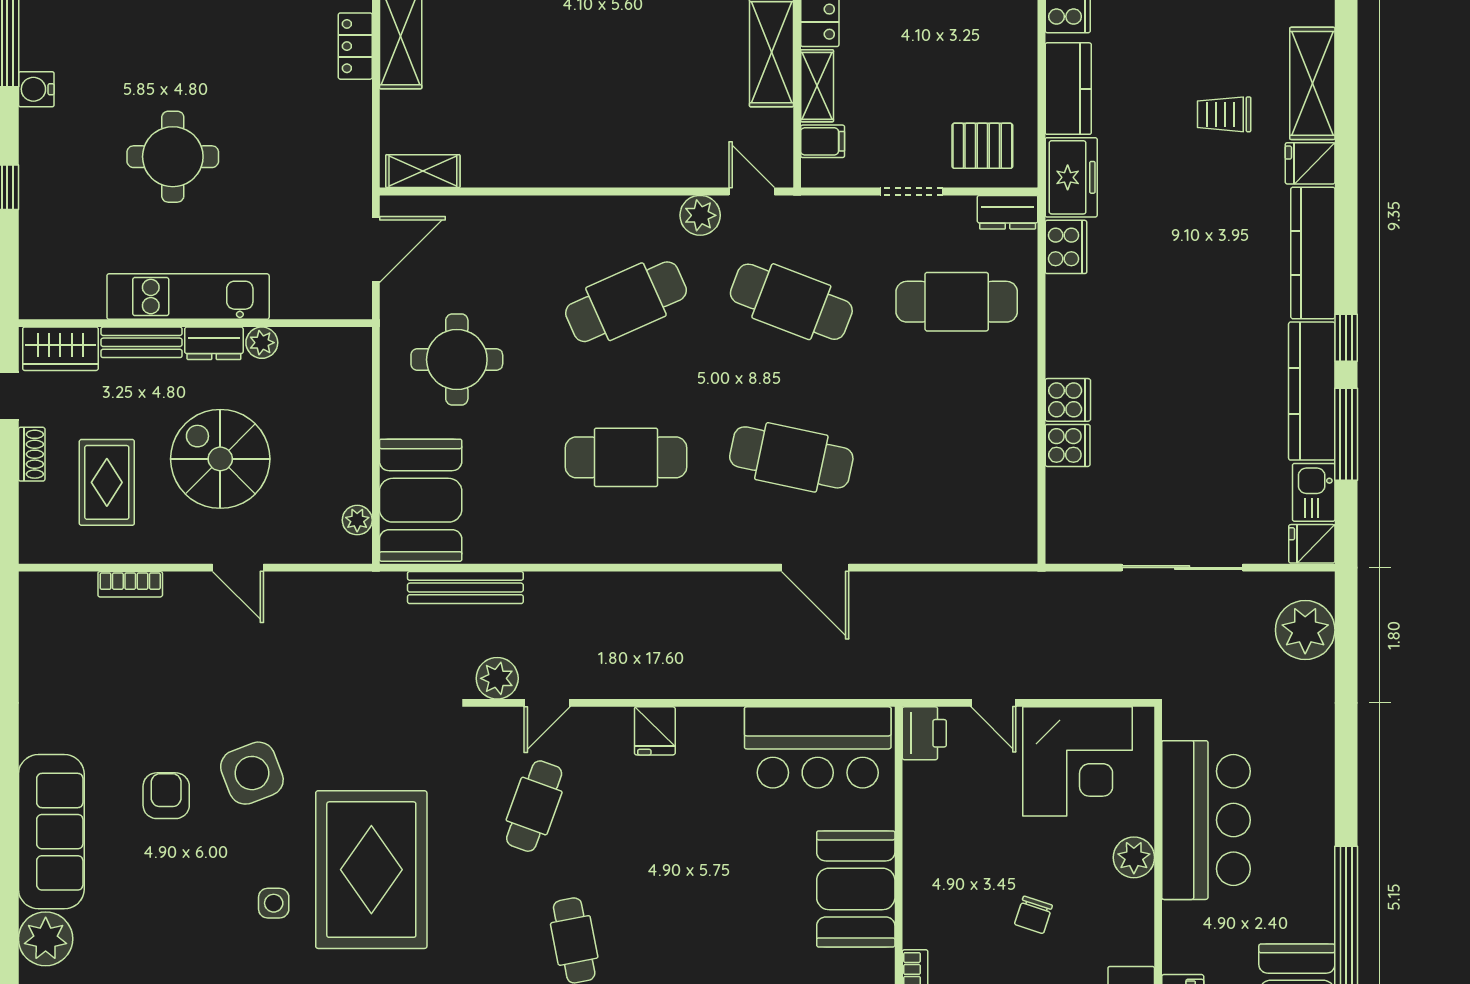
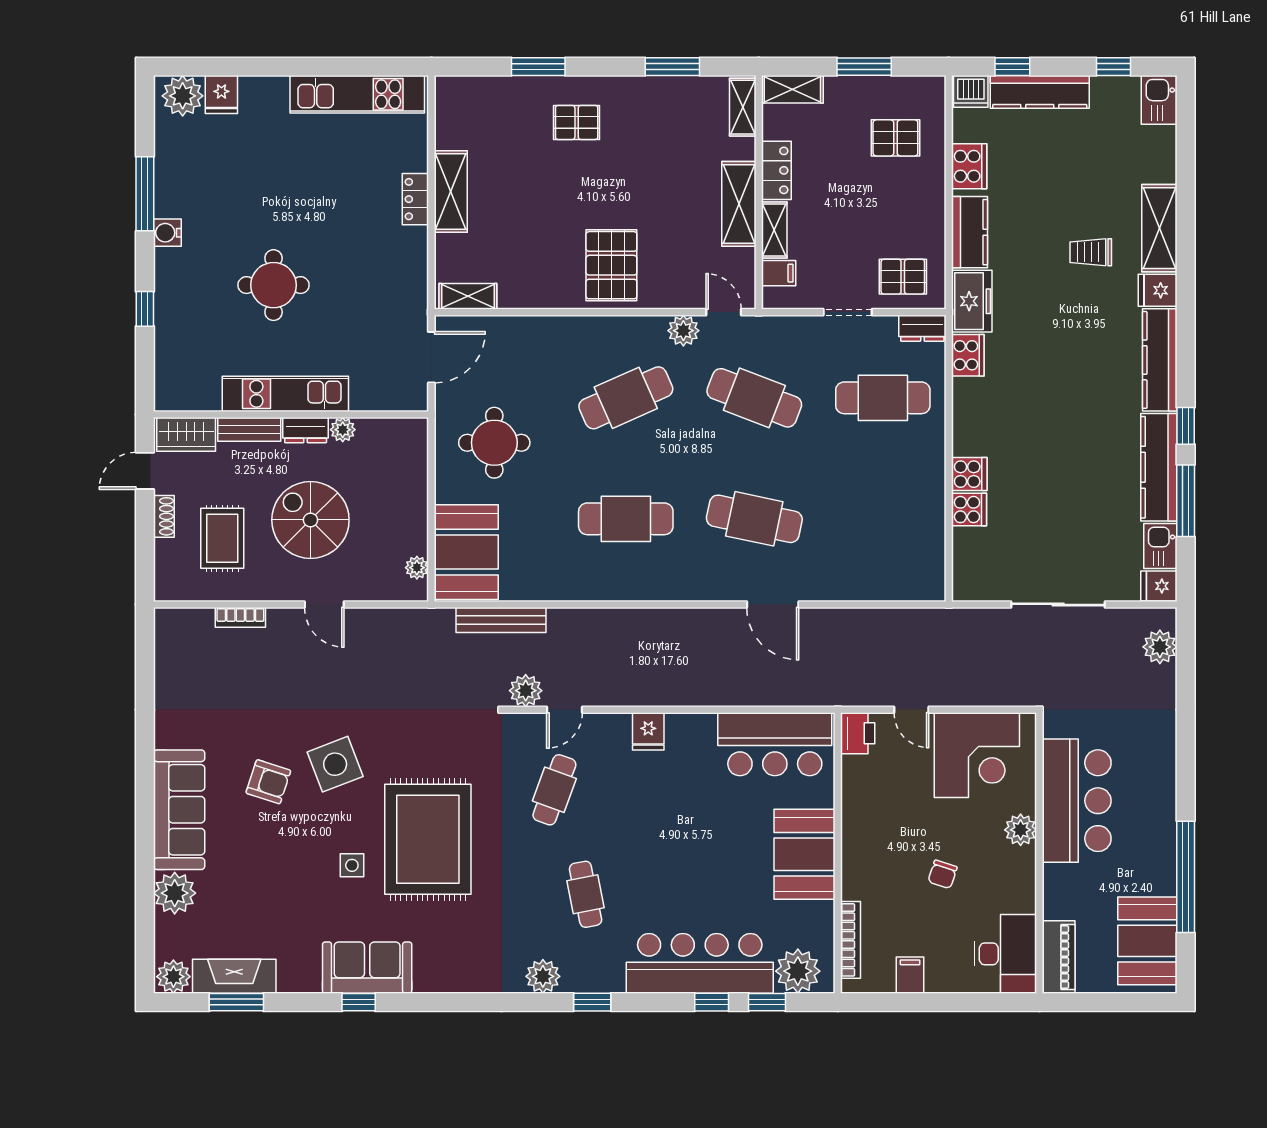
pallet: (608, 131) -> (611, 265), added
plant: (1305, 630) -> (1160, 647), width x0.73, depth x0.73
armchair: (166, 796) -> (268, 782), turned 108

